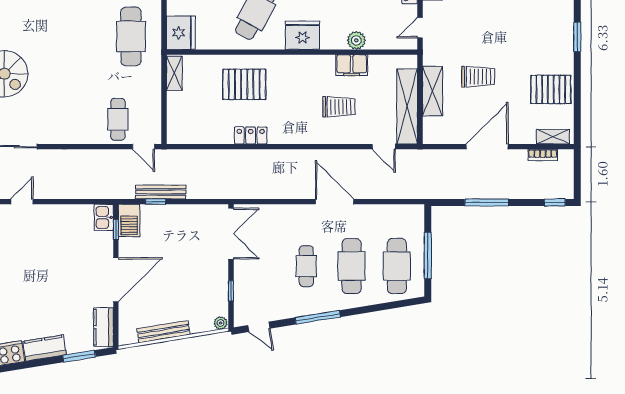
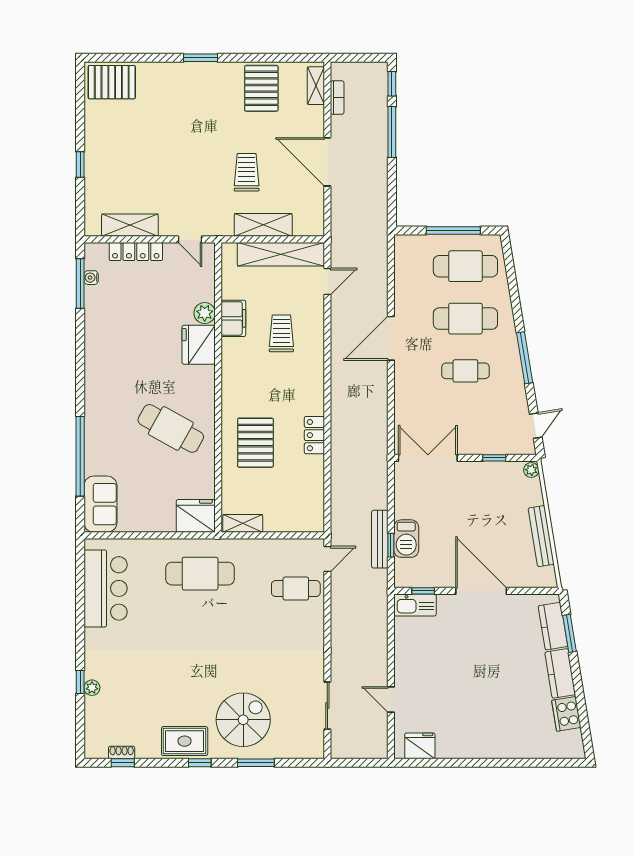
fridge: (302, 35) -> (199, 345), moved
window: (487, 202) -> (392, 132), moved
kitchen sink: (104, 217) -> (415, 605), width x1.38
barbecue: (129, 221) -> (406, 539), moved, turned 90
kitchen counter: (104, 327) -> (553, 626), moved, turned 81

